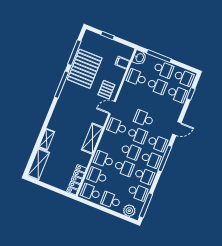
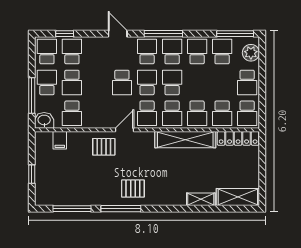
pallet: (85, 69) -> (133, 189), moved, width x0.49, depth x0.50
school desk: (157, 86) -> (72, 82), turned 180
door: (112, 108) -> (124, 130), swing flipped
shelving: (92, 139) -> (185, 140), width x1.47
school desk: (124, 168) -> (172, 113), moved, turned 180

